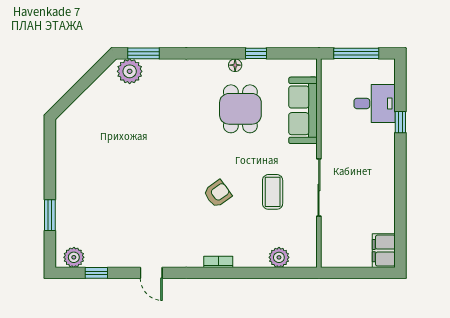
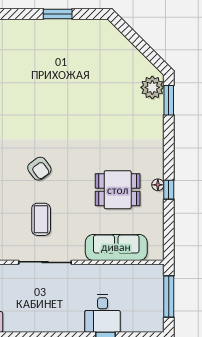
window: (256, 53) -> (169, 190), moved
desk: (375, 103) -> (103, 313), moved
coffee table: (273, 192) -> (41, 219), turned 90
window: (50, 215) -> (58, 14), moved

